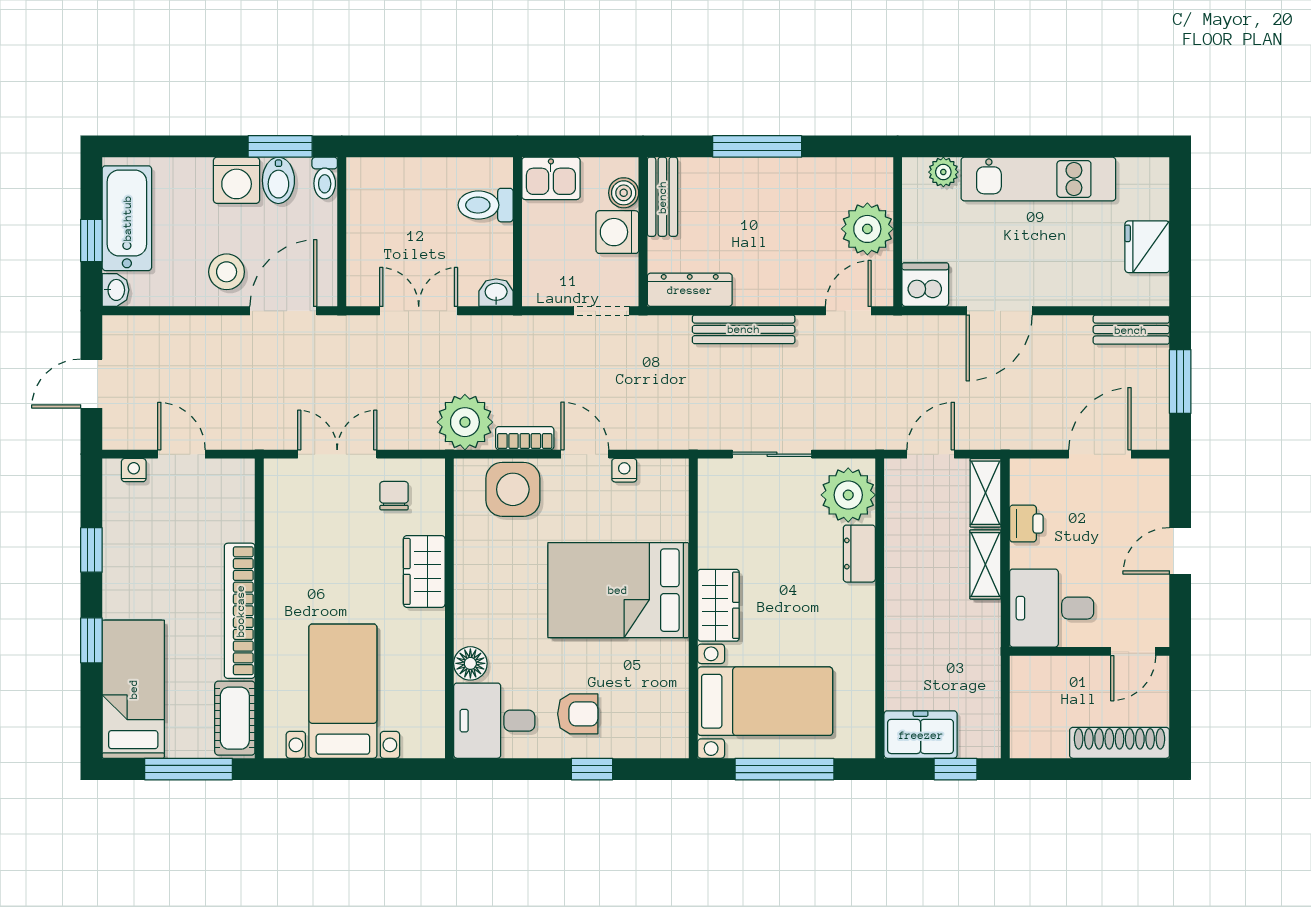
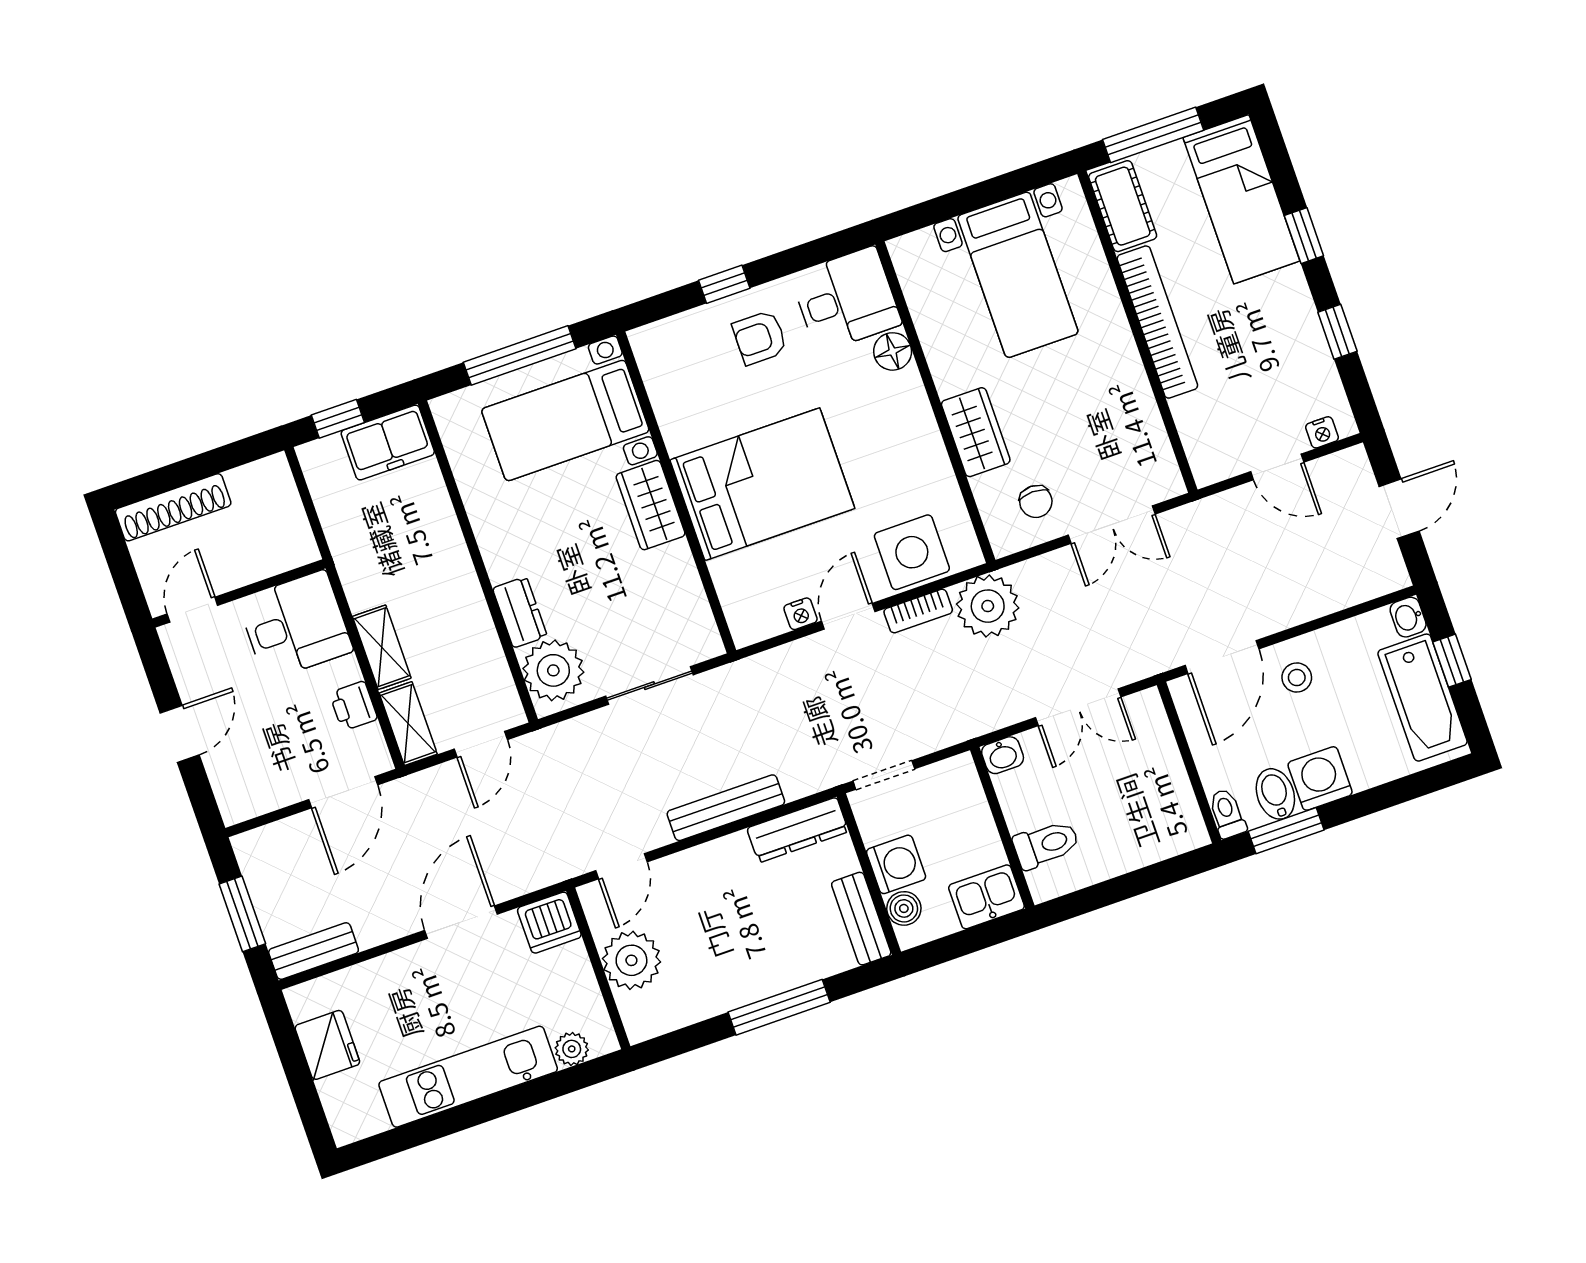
stool: (227, 272) -> (1297, 678), width x0.73, depth x0.73
door: (585, 454) -> (848, 616), swing flipped
door: (1100, 454) -> (343, 792), moved

